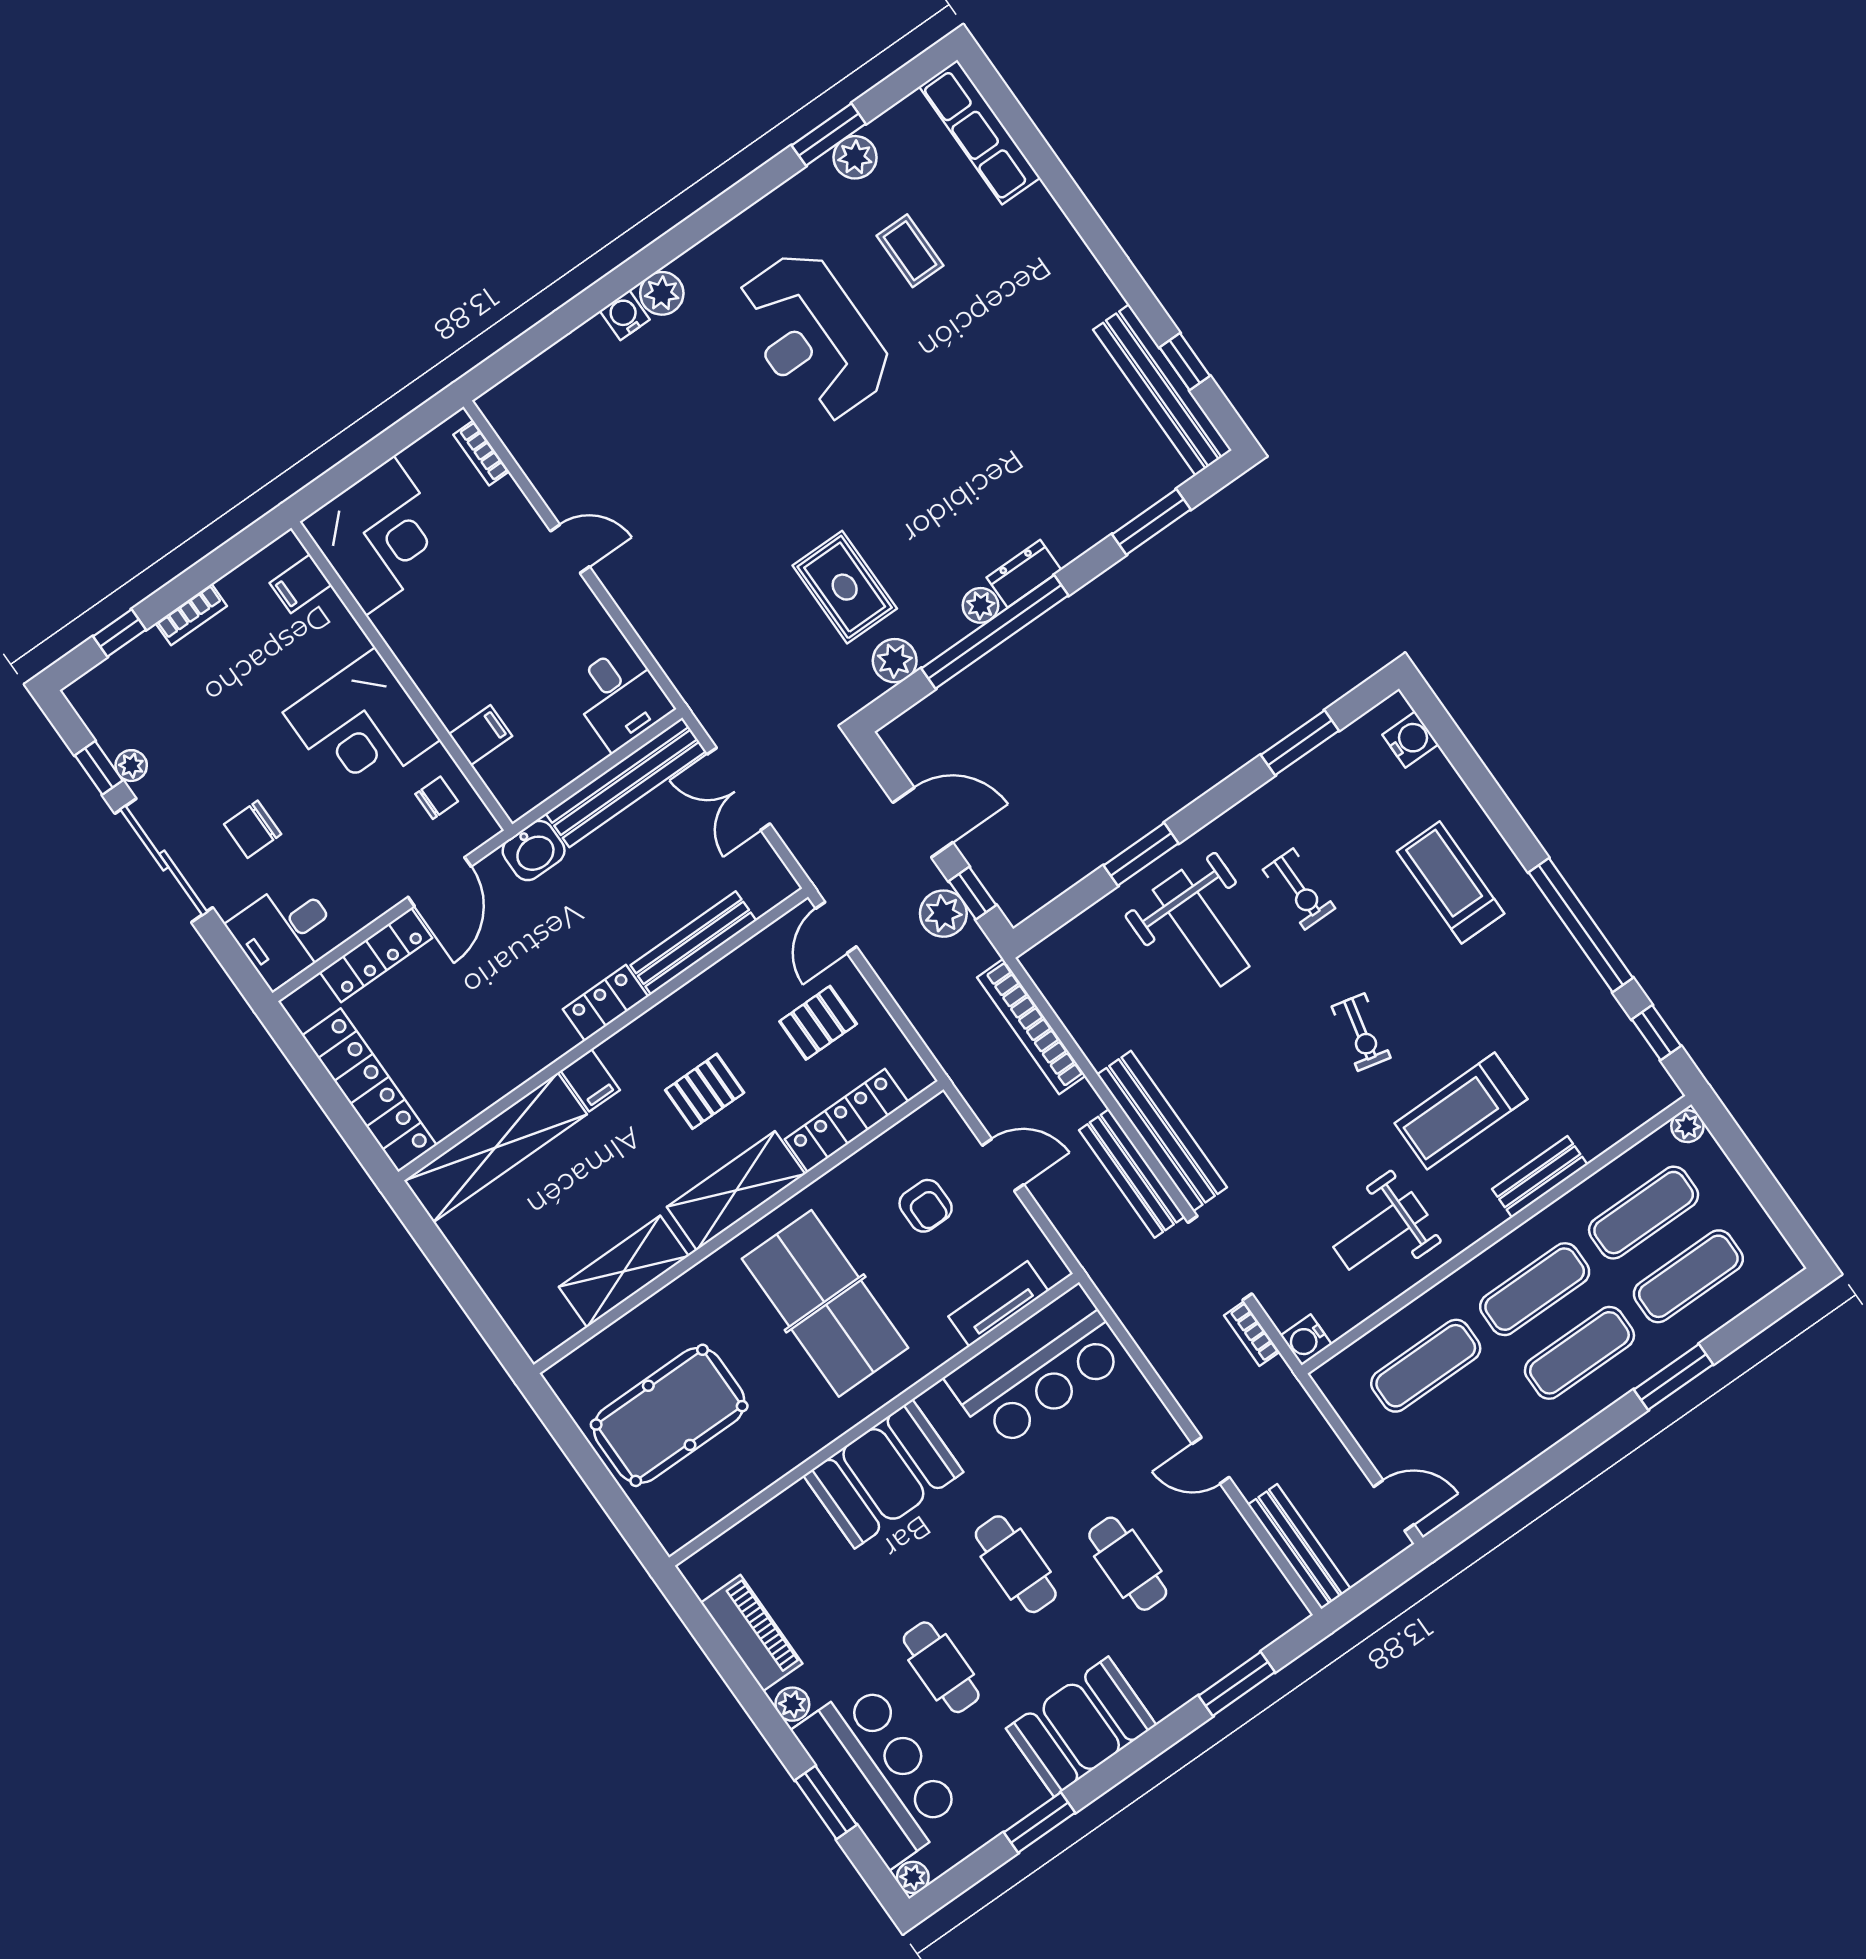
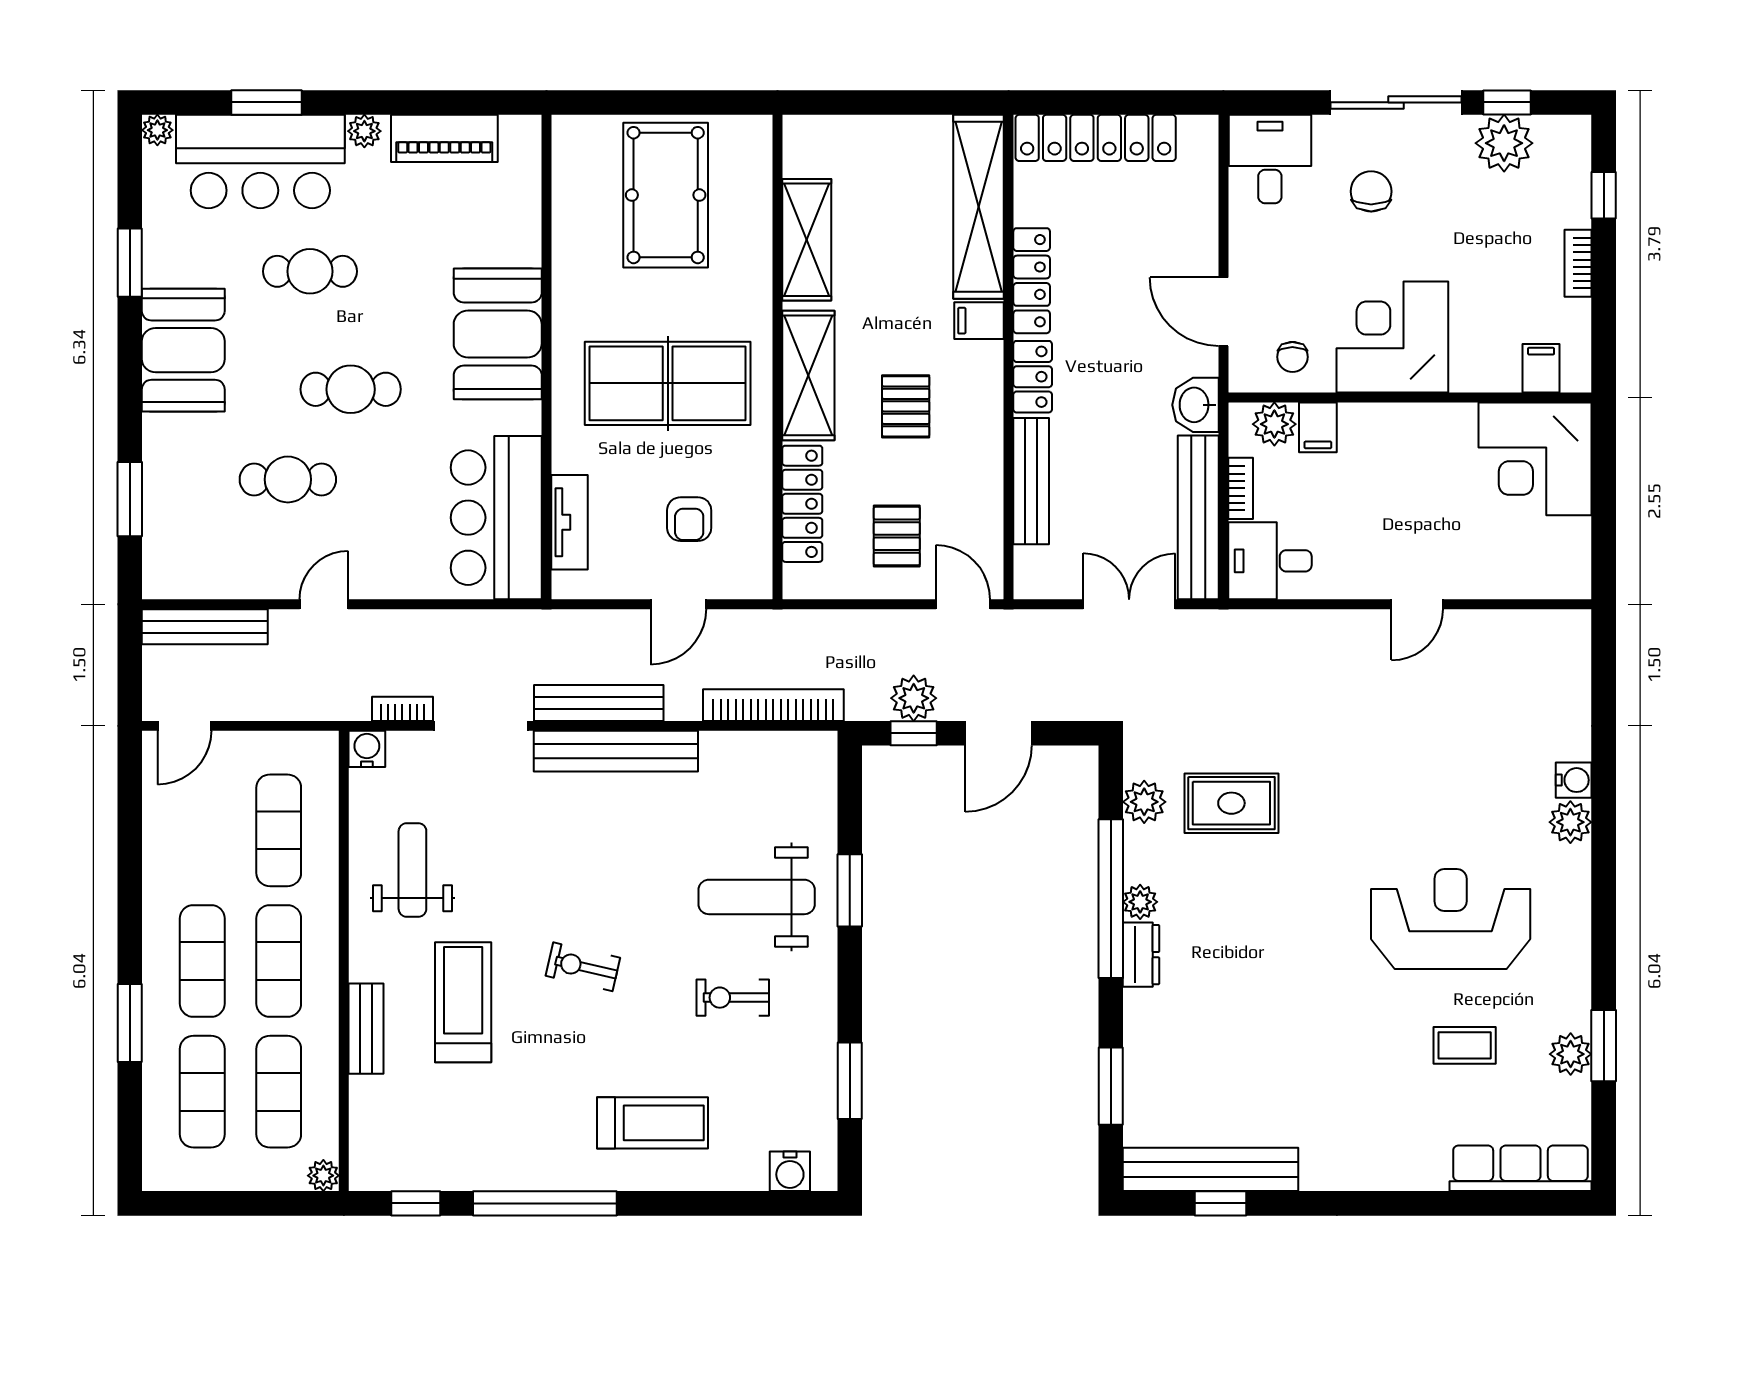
bookcase: (481, 453) -> (1241, 488), moved, turned 90
plant: (131, 766) -> (1504, 143), width x1.88, depth x1.88
plant: (503, 774) -> (1274, 424), added
locker: (376, 955) -> (1032, 281), moved, turned 180
armchair: (926, 1206) -> (689, 519), turned -90

